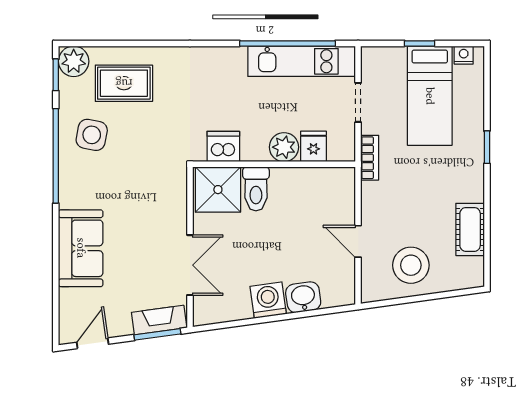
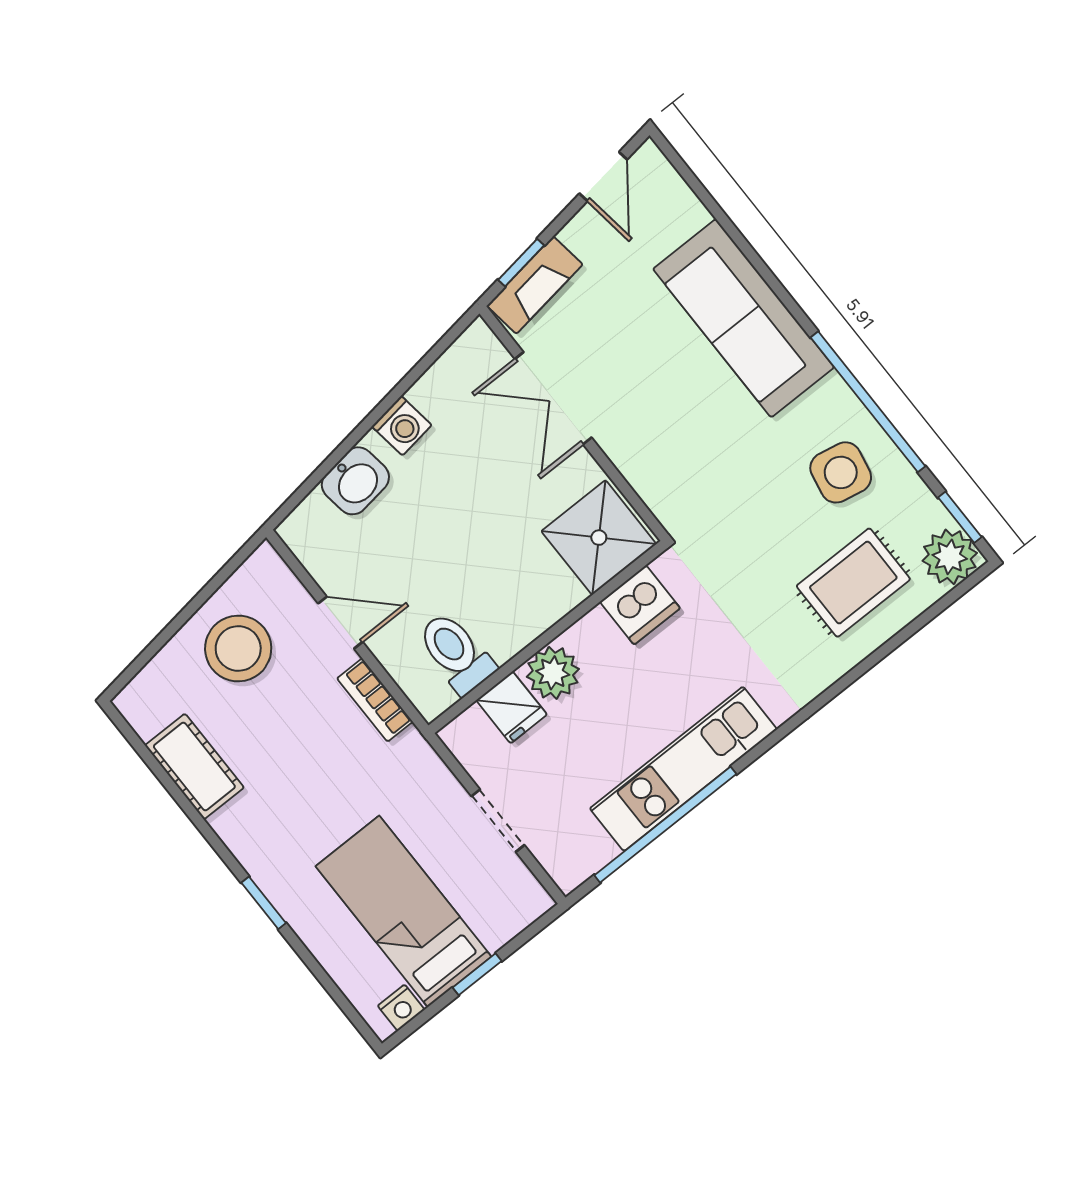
kitchen unit: (302, 61) -> (683, 769), moved
bookcase: (370, 158) -> (375, 700), moved
toilet: (256, 189) -> (456, 653), moved
sofa: (81, 248) -> (744, 318), width x1.36
washing machine: (268, 300) -> (402, 426), width x0.73, depth x0.73
window: (157, 334) -> (521, 263), width x0.67

